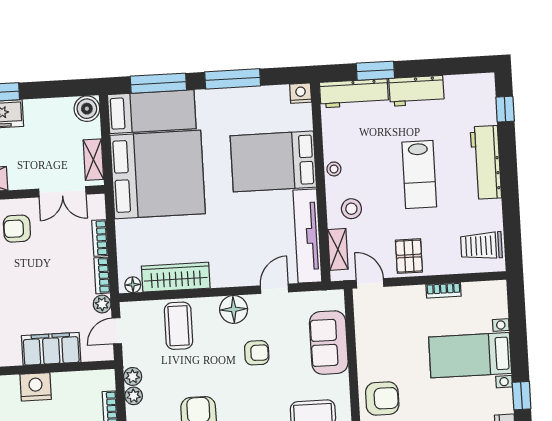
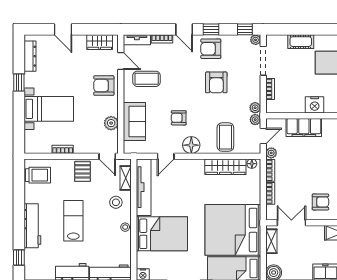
plant: (367, 338) -> (111, 123), added
plant: (134, 396) -> (255, 120), moved

